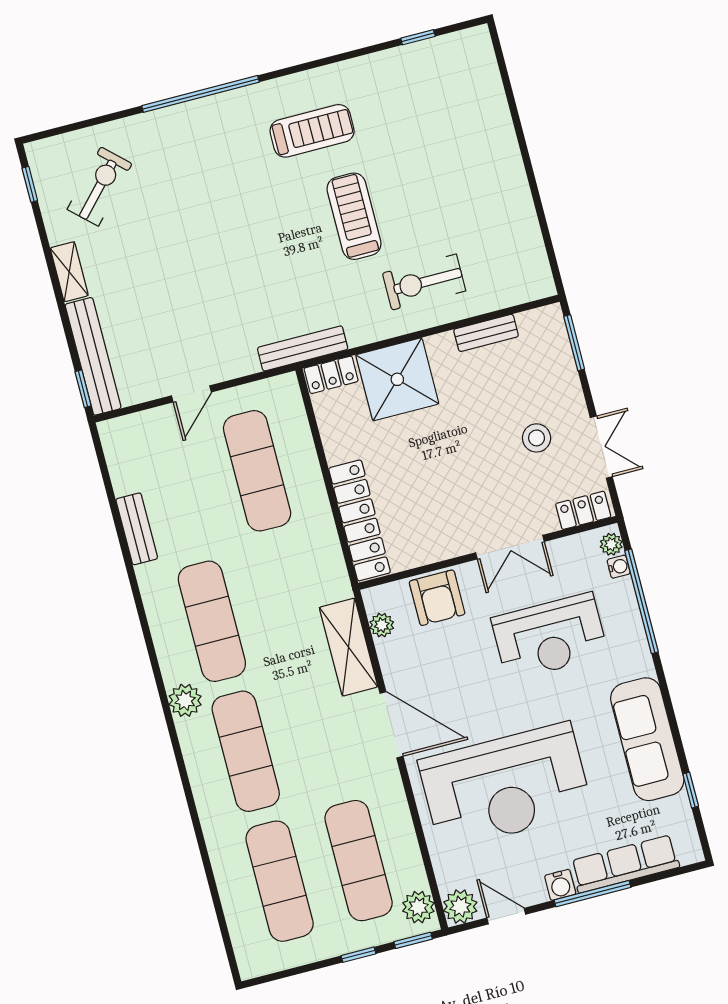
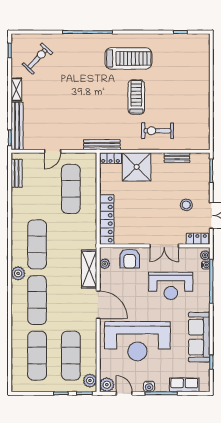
treadmill: (312, 131) -> (128, 58), width x1.37, depth x1.38
bench: (137, 529) -> (17, 173), moved
row of seats: (625, 864) -> (184, 385), width x0.68

